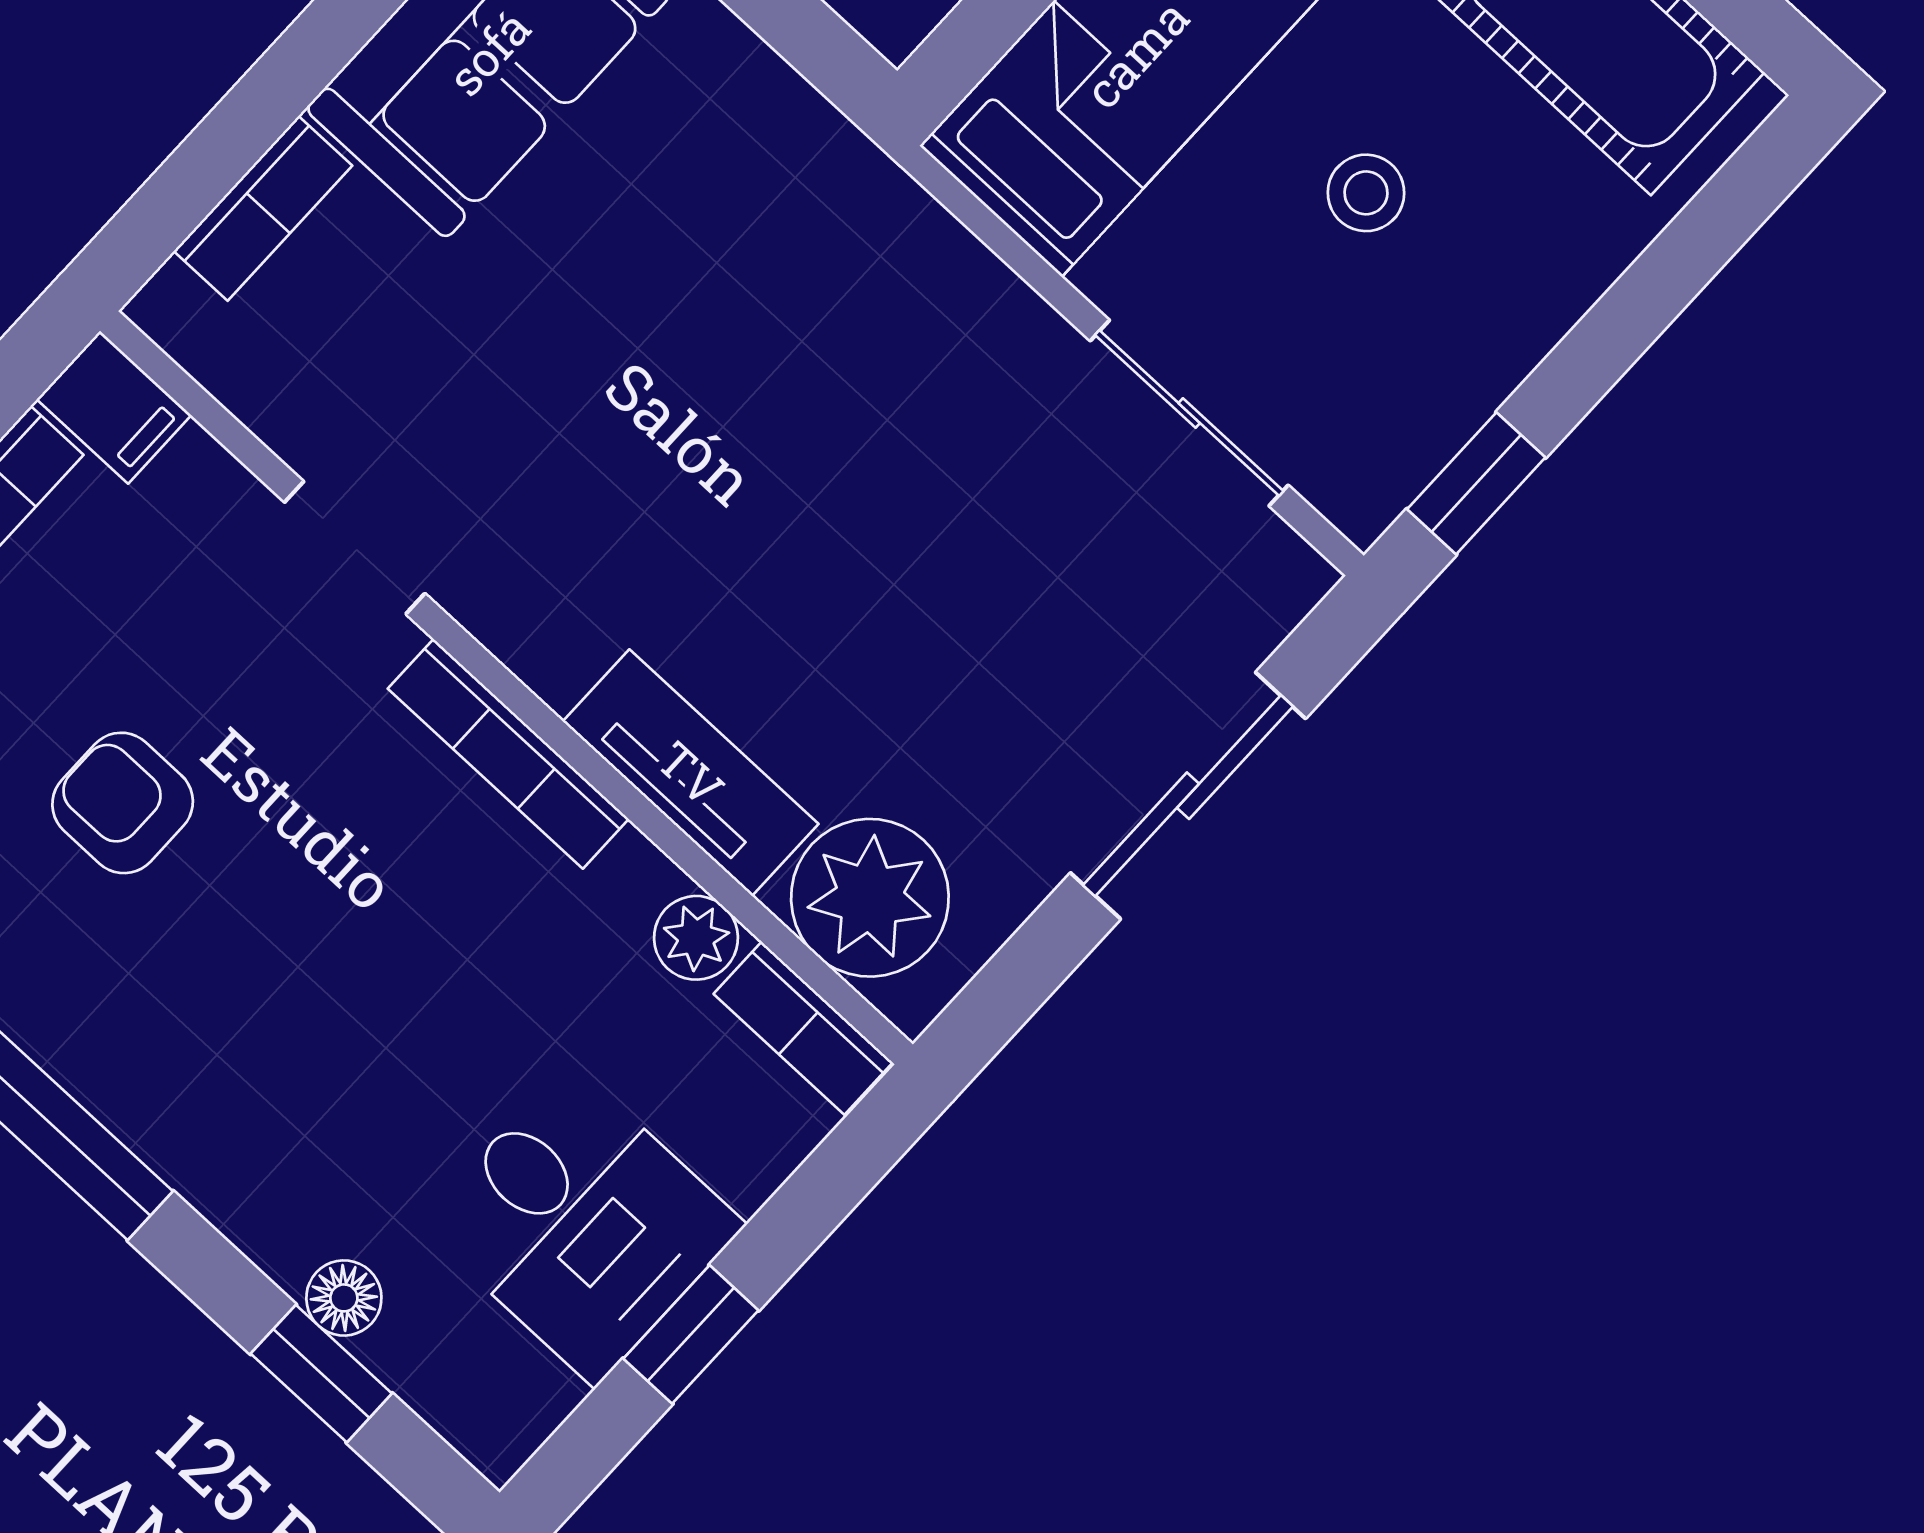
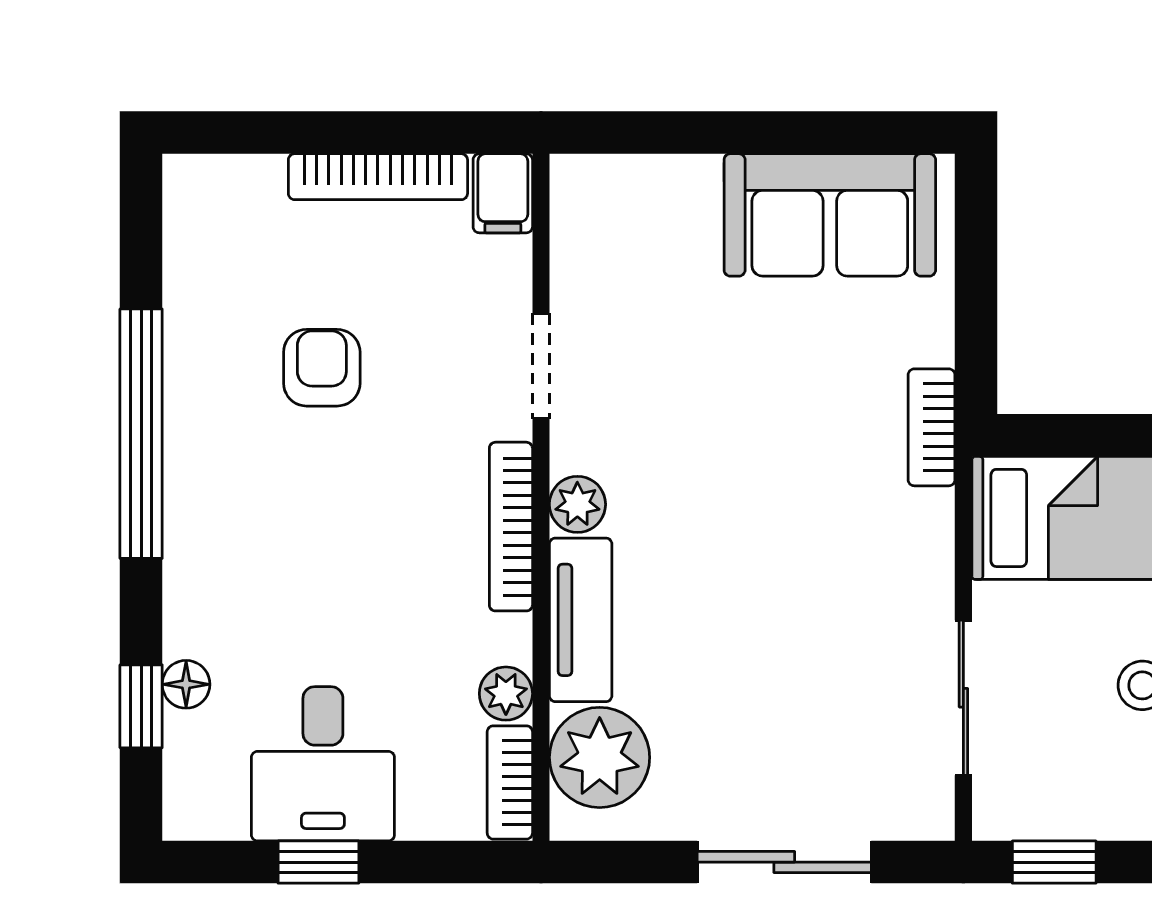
bookcase: (263, 208) -> (932, 427), moved, turned 90
plant: (554, 653) -> (577, 504), added

